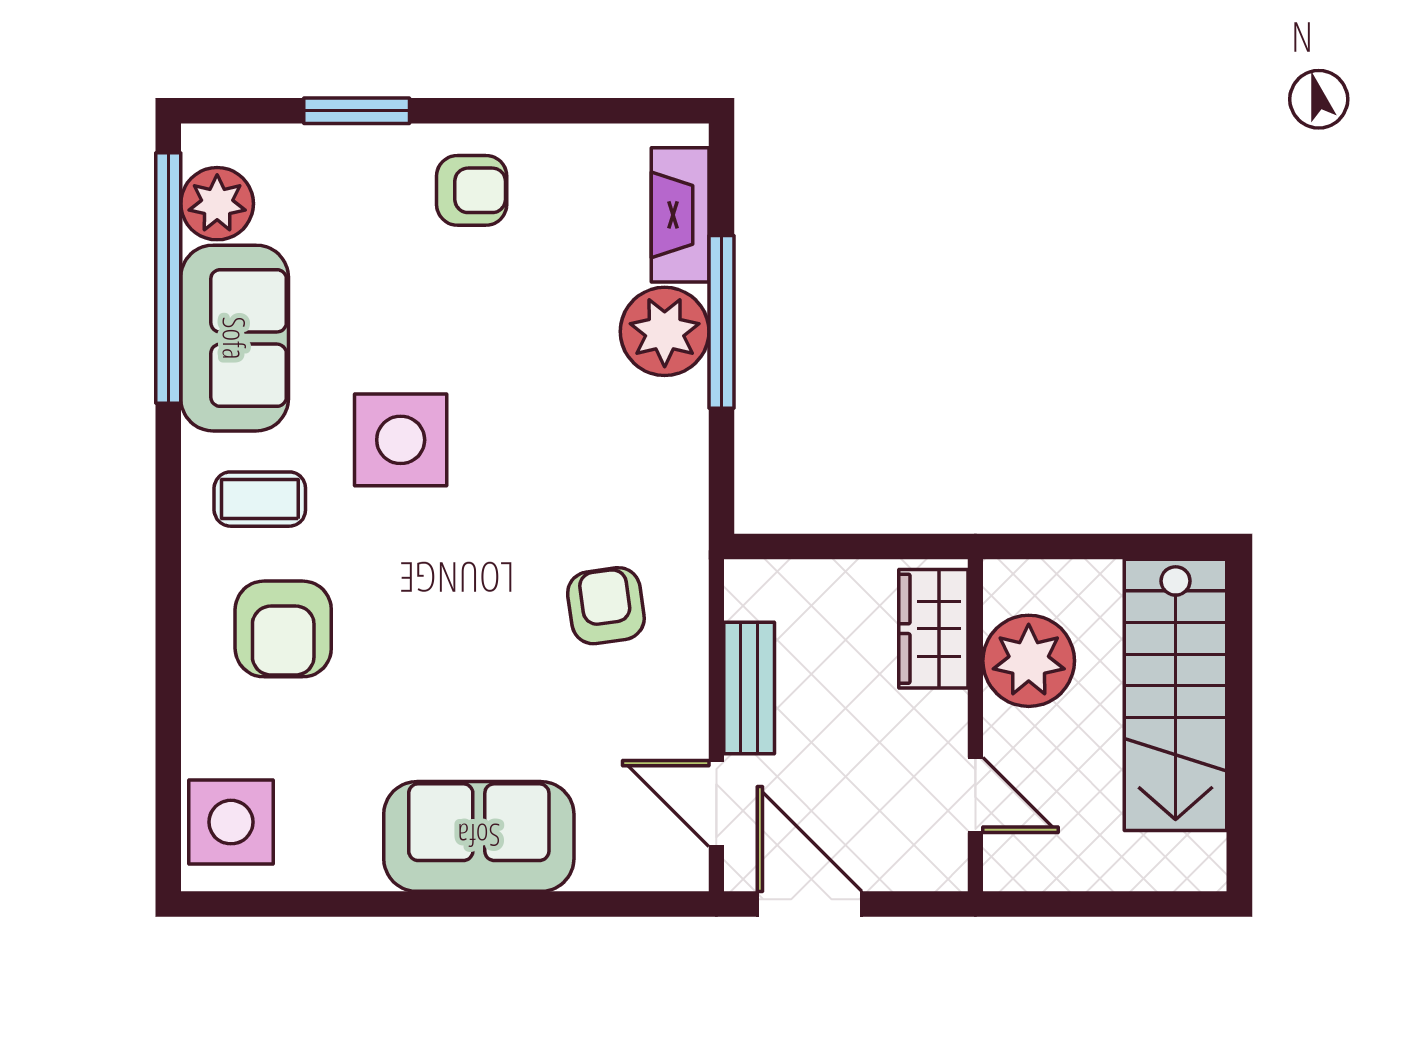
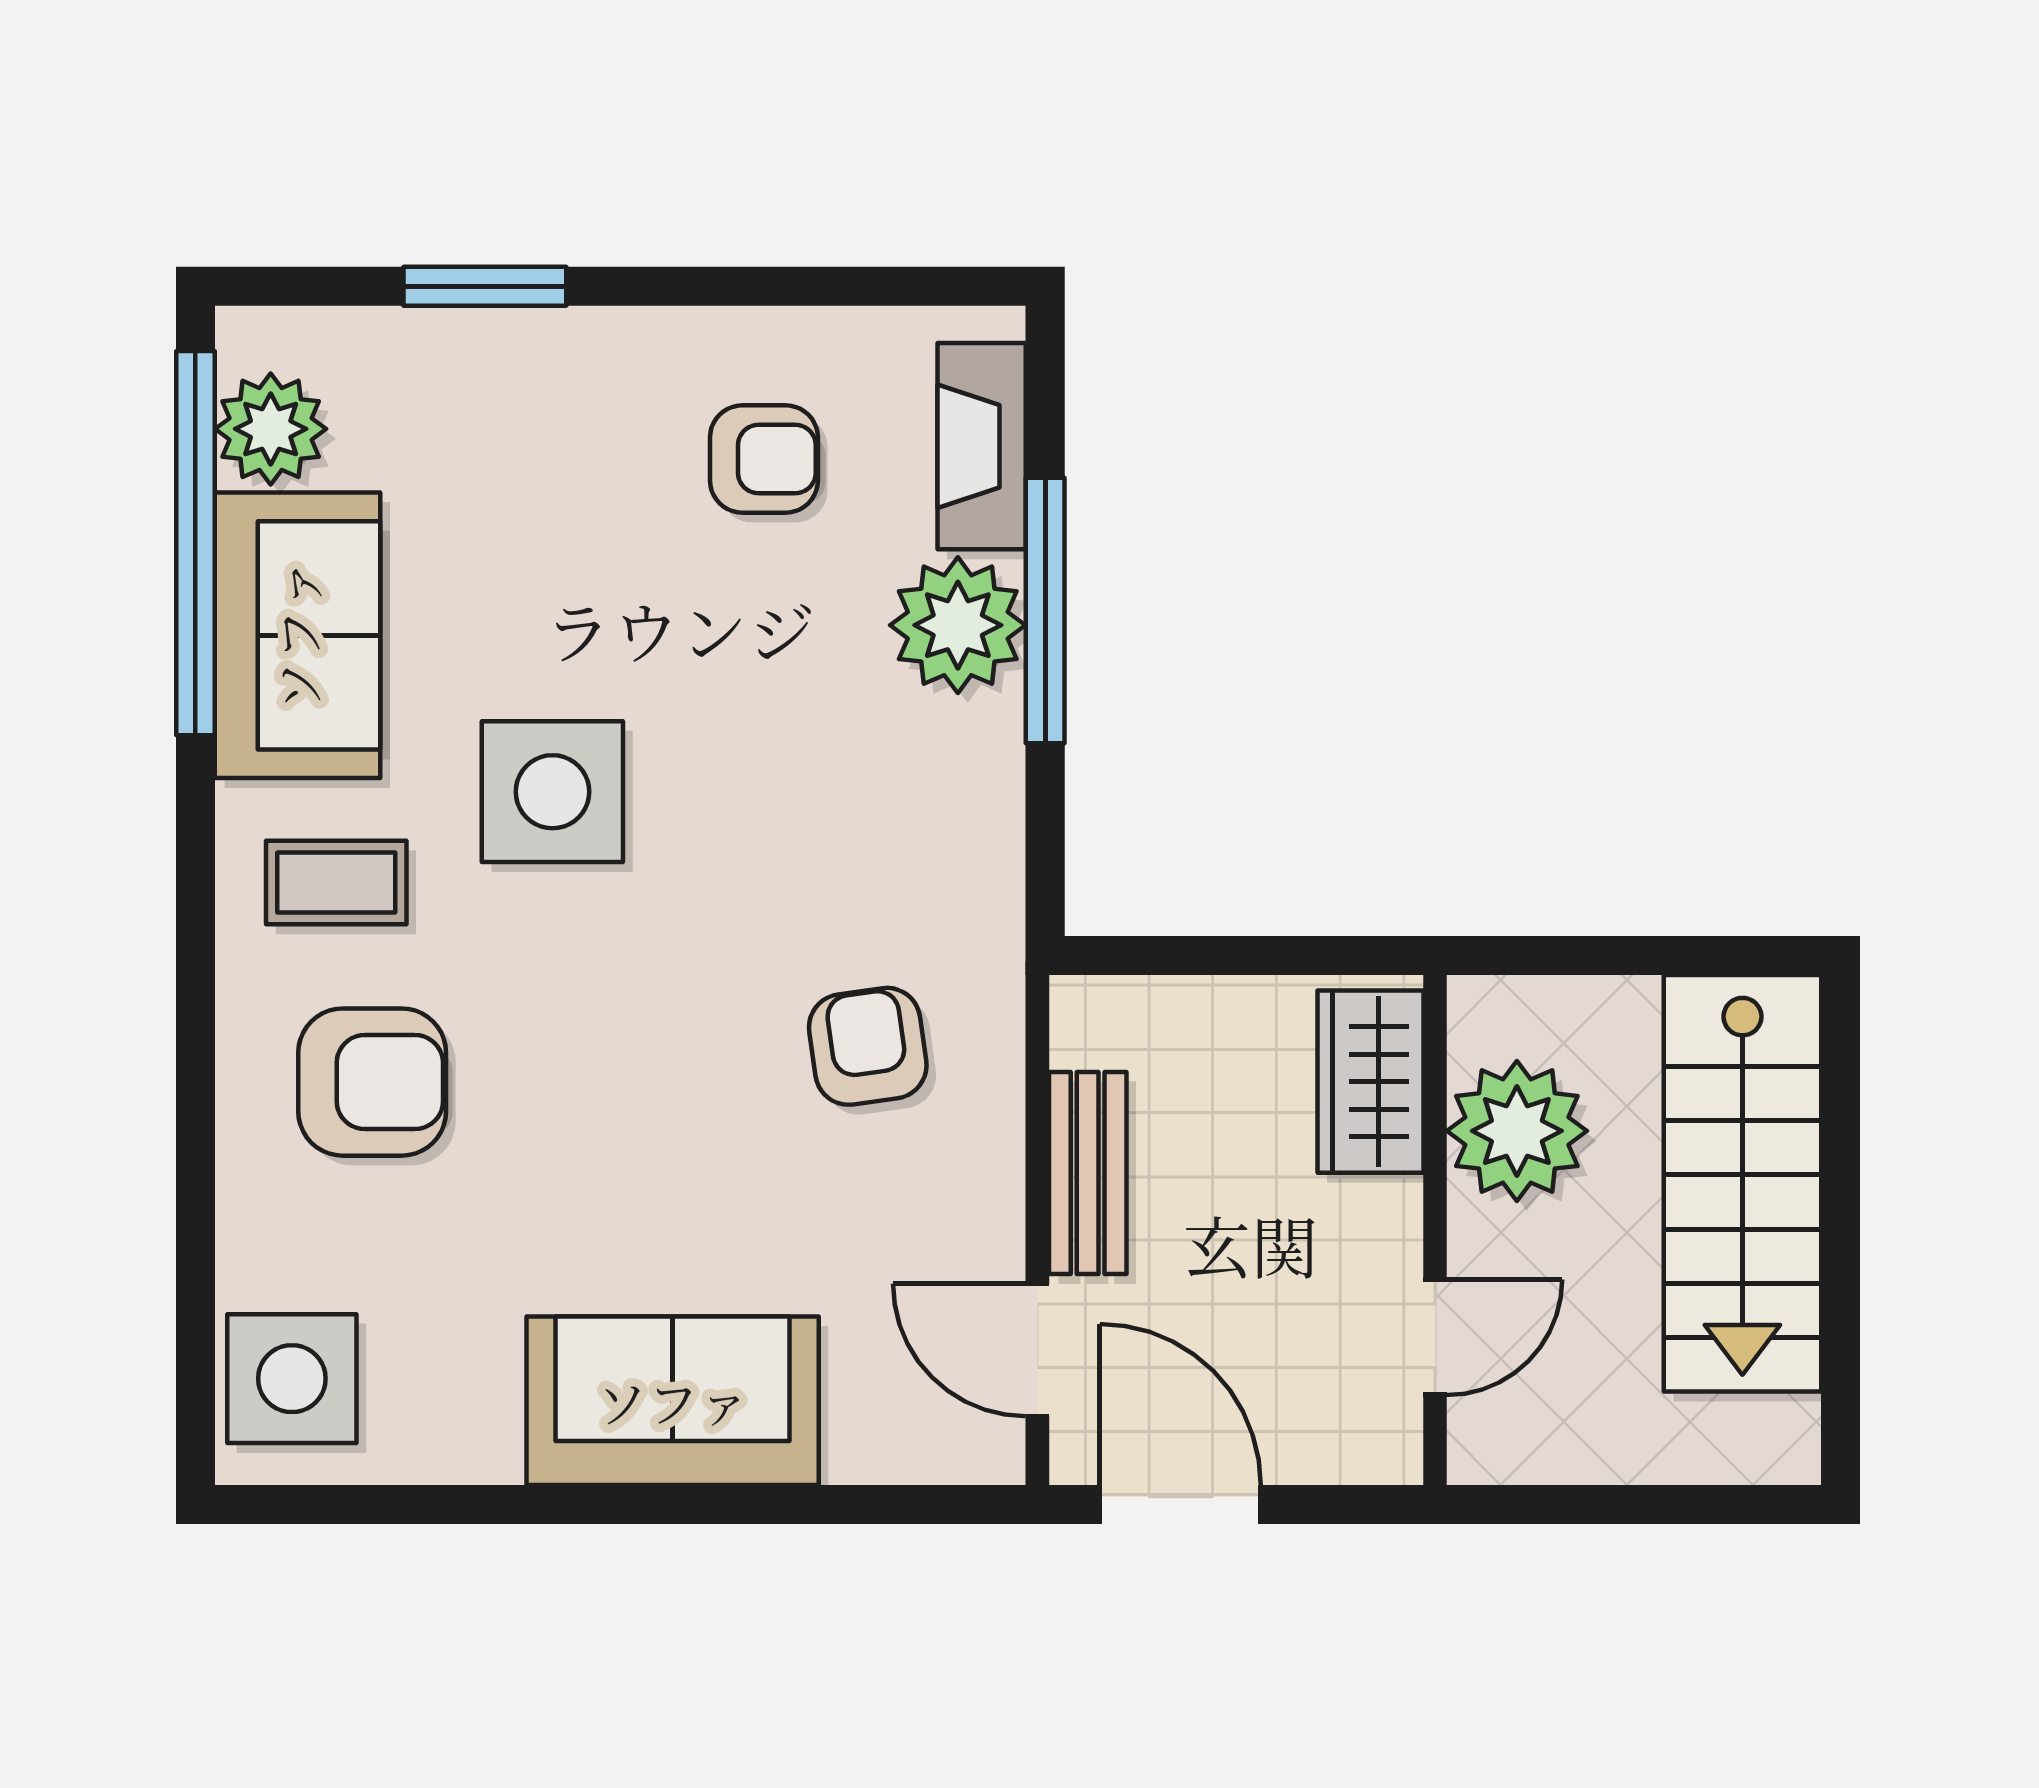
armchair: (472, 190) -> (764, 459), moved
armchair: (283, 629) -> (372, 1082), turned -90
door: (975, 795) -> (1435, 1337), hinge flipped

